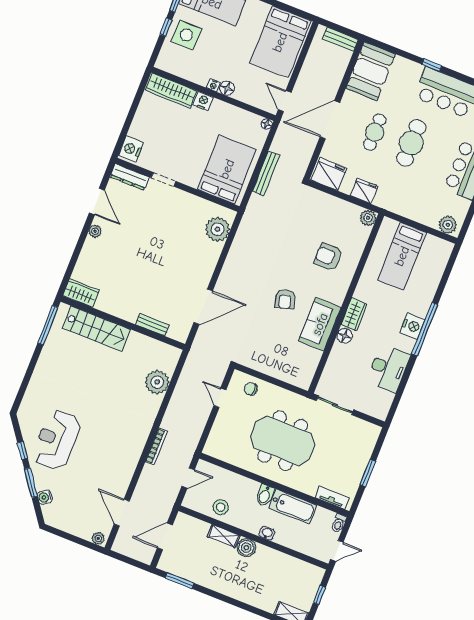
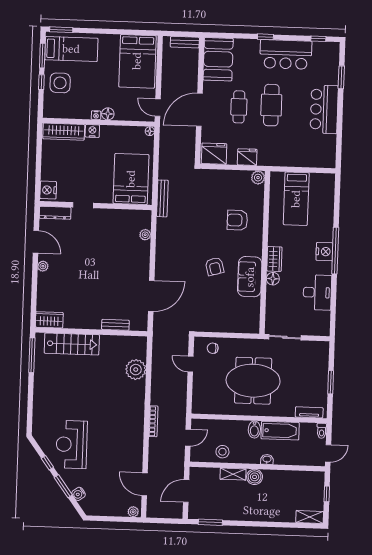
bench: (266, 173) -> (162, 198), moved
plant: (448, 225) -> (324, 160), removed
plant: (217, 229) -> (145, 235), width x0.53, depth x0.53

